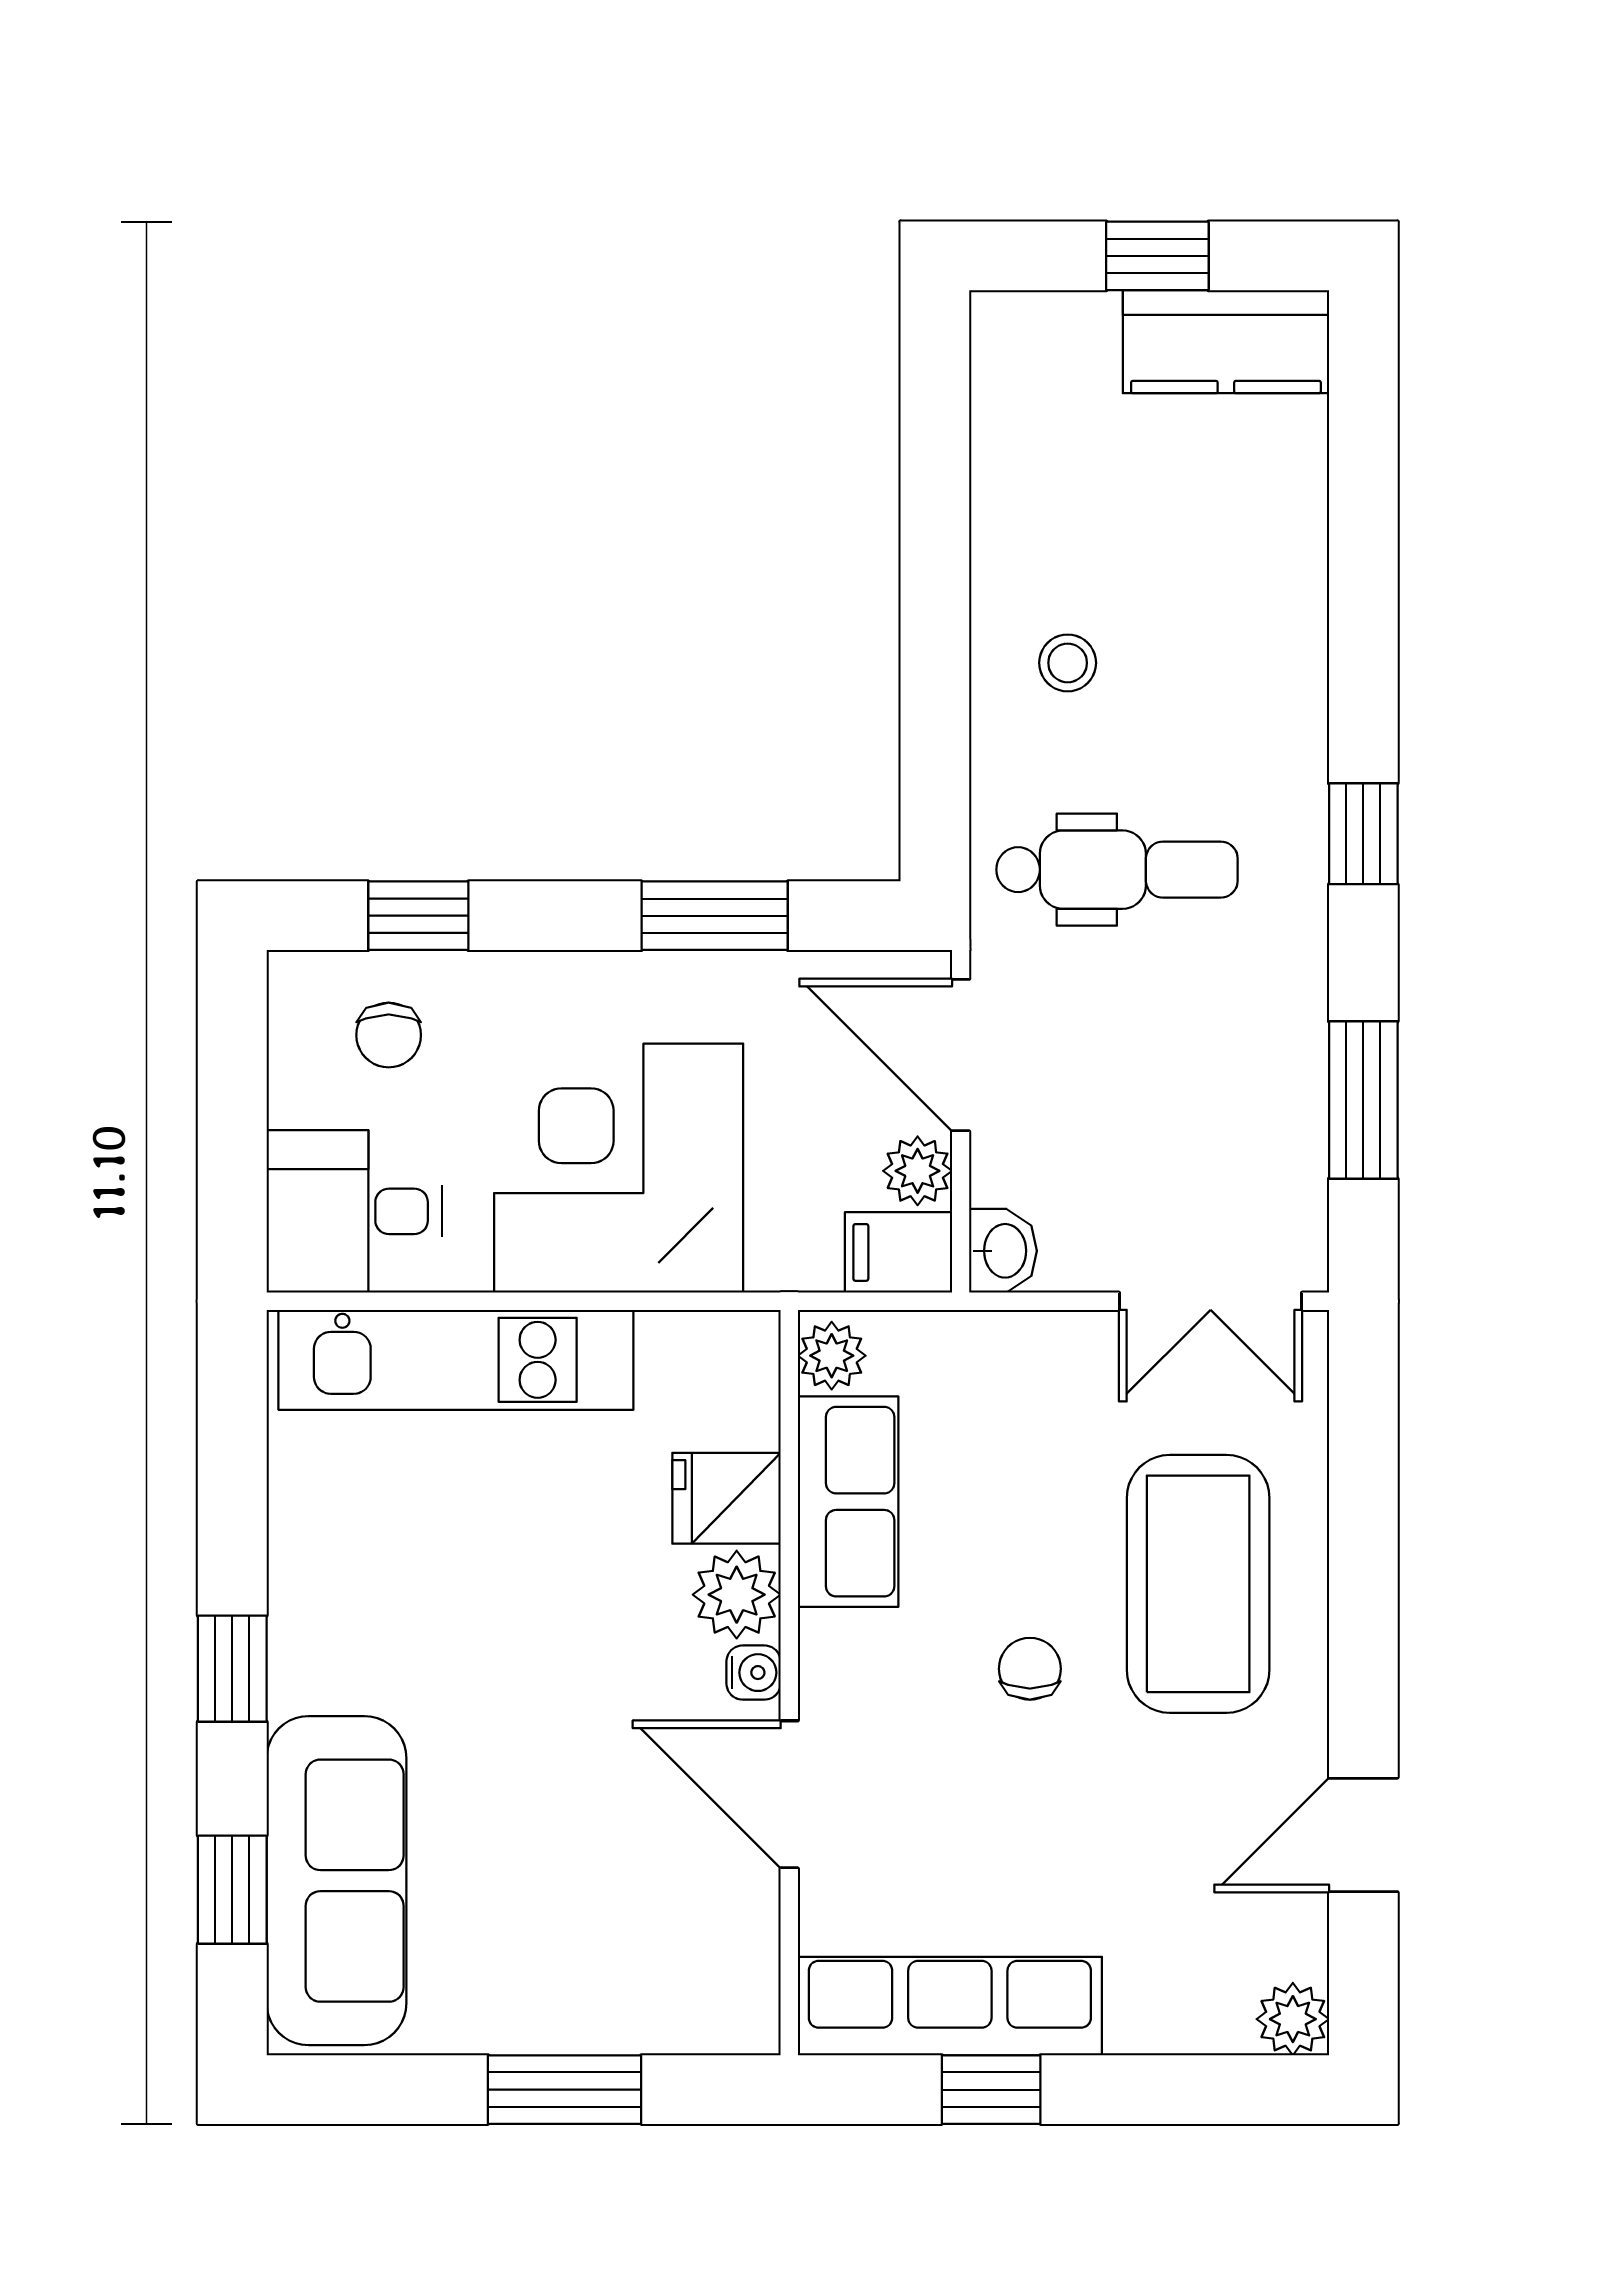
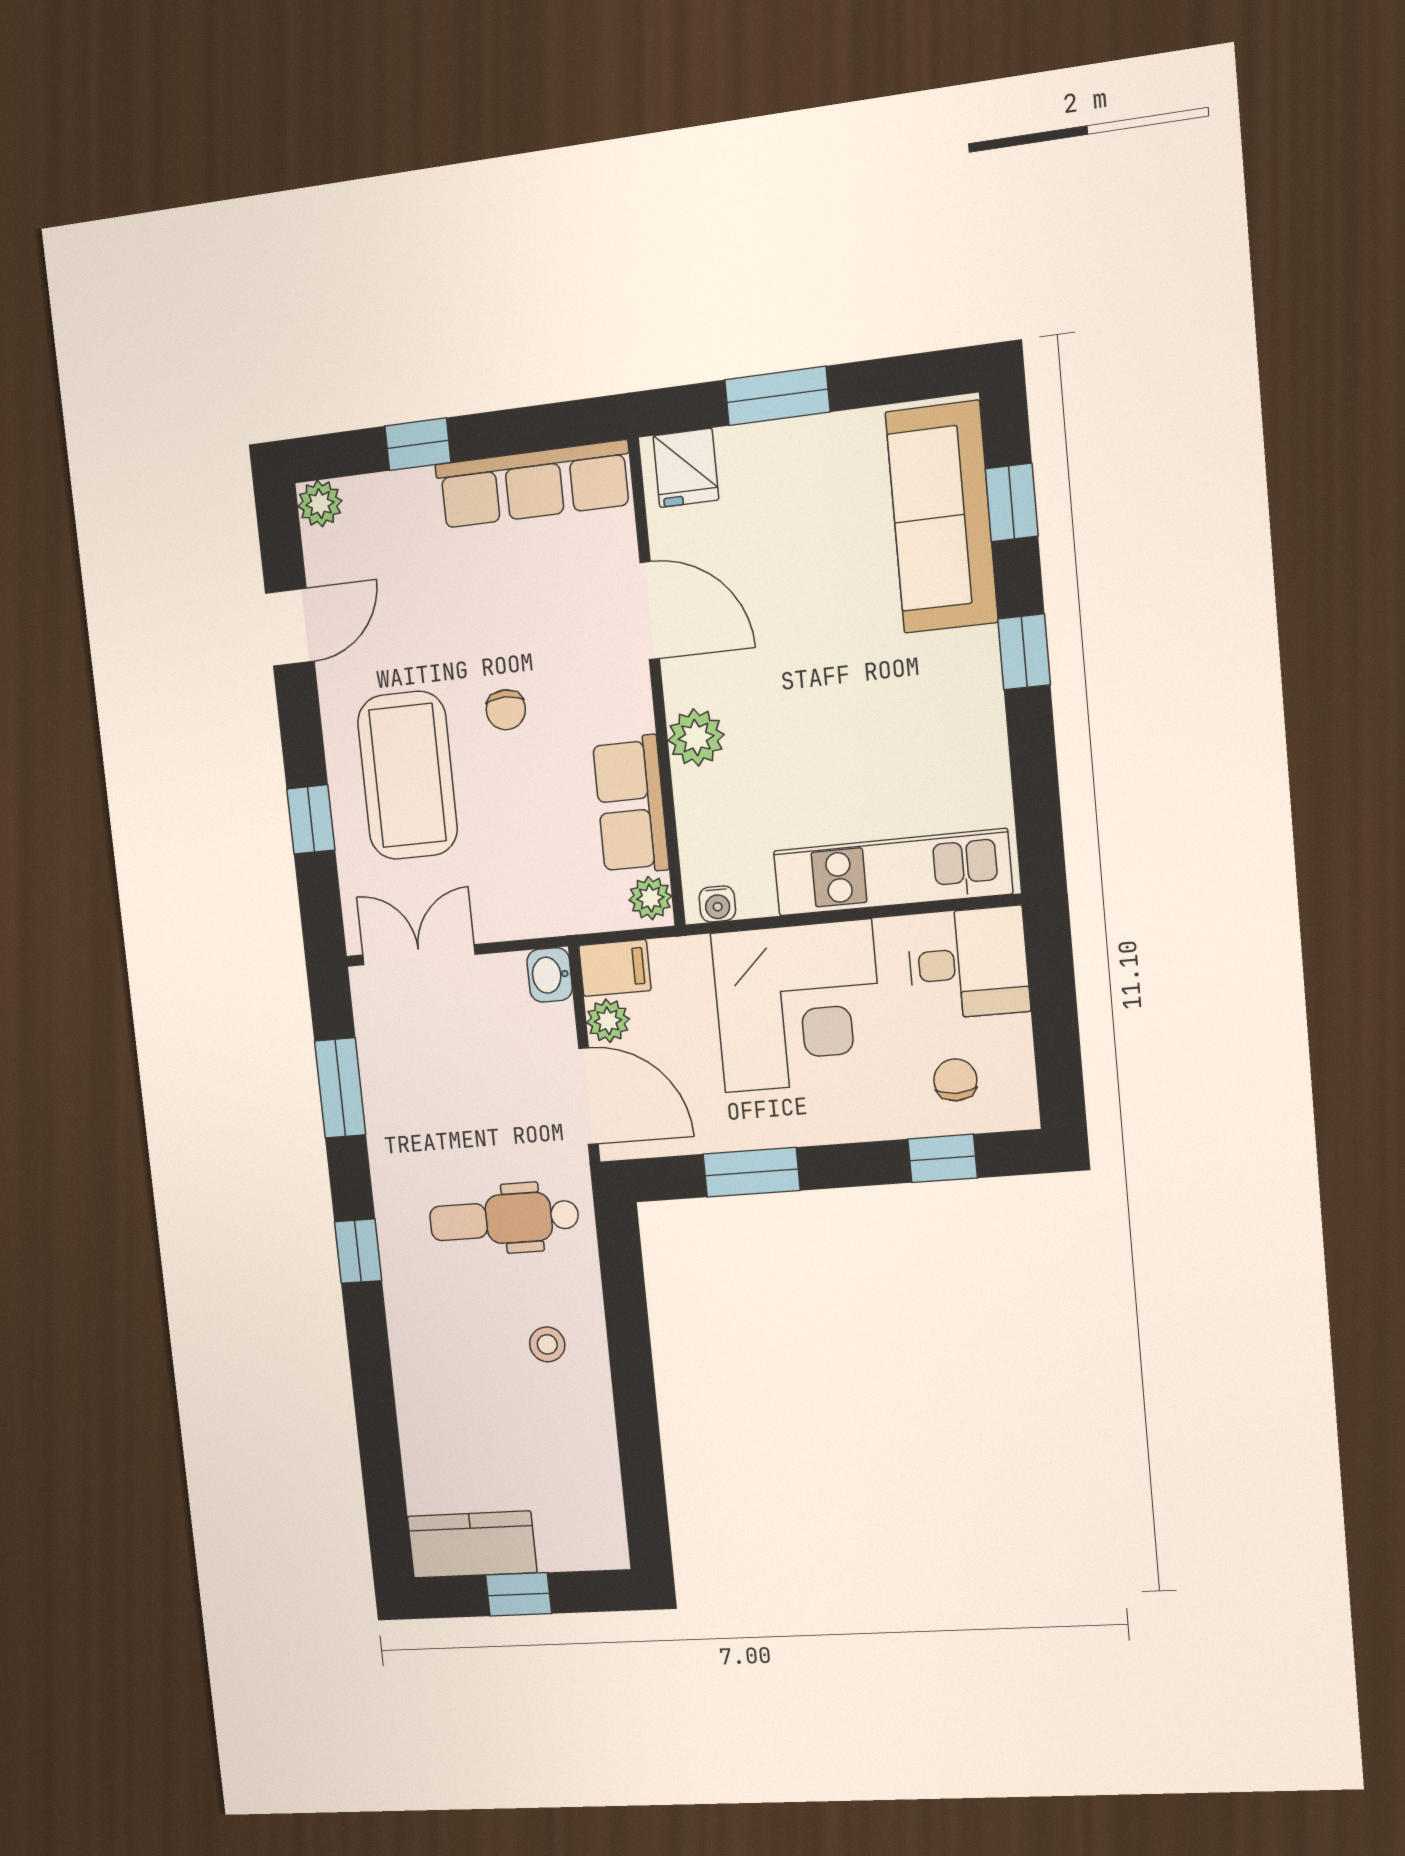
fridge: (726, 1498) -> (686, 468), moved, turned 90
window: (1363, 1531) -> (311, 819), added
water cooler: (754, 1673) -> (717, 904), moved, turned -90
window: (991, 2090) -> (418, 444), moved

